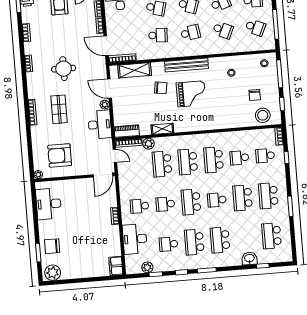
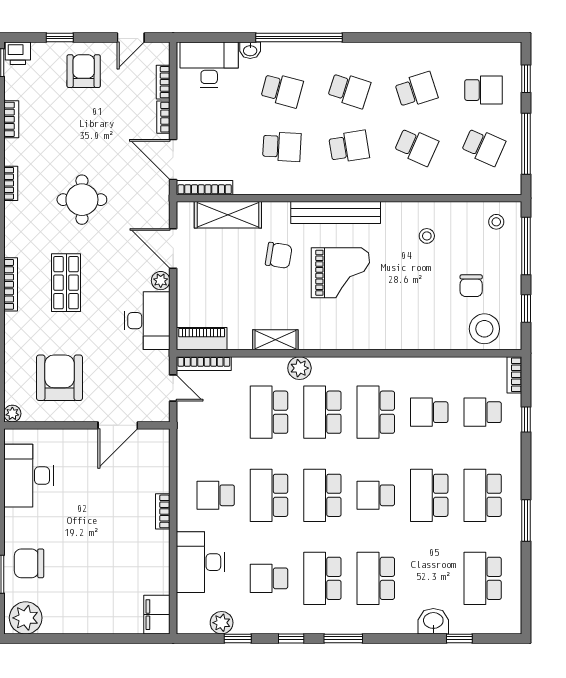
plant: (148, 144) -> (299, 368), moved
armchair: (60, 155) -> (60, 378), turned 90
door: (103, 175) -> (118, 425), moved
school desk: (165, 204) -> (269, 495), width x1.85

